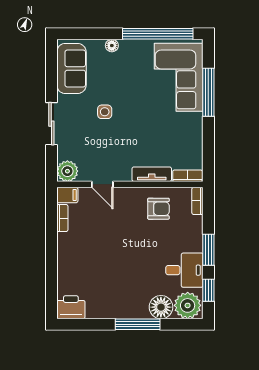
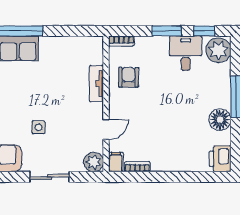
bookcase: (188, 176) -> (98, 50), removed
floor lamp: (161, 307) -> (220, 120), moved

